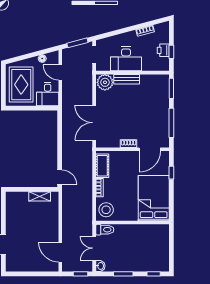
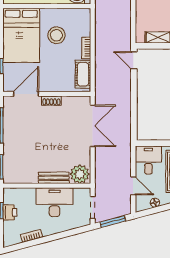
stool: (106, 210) -> (56, 35), moved

